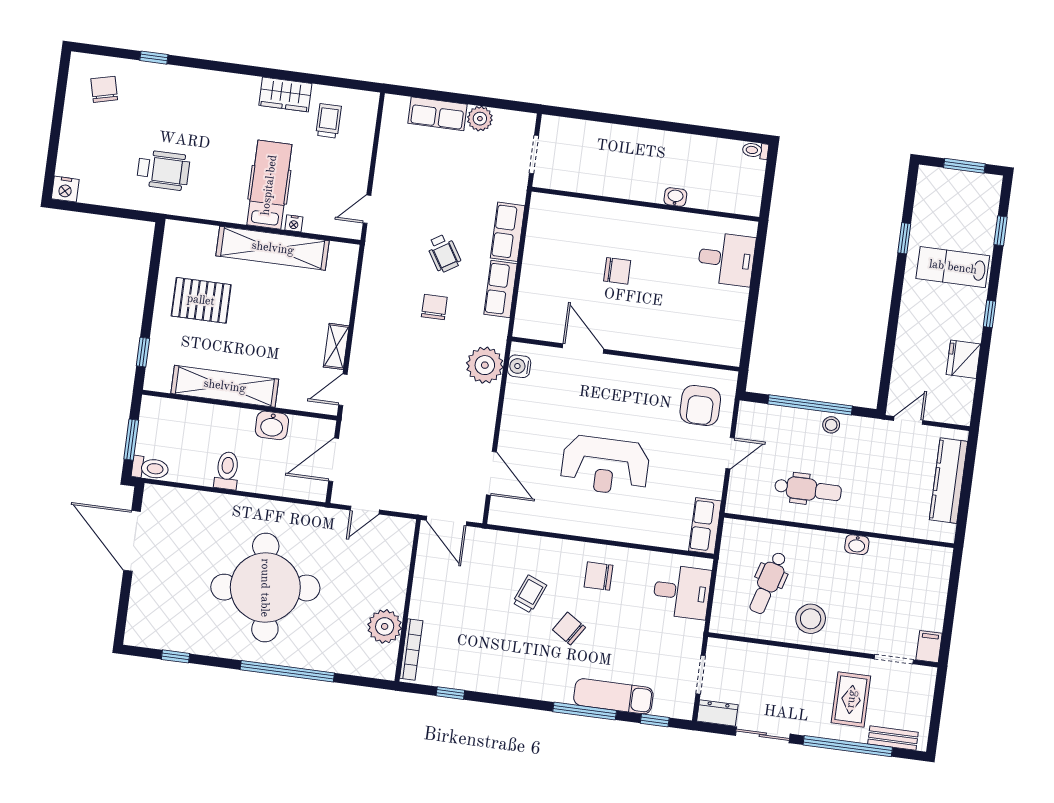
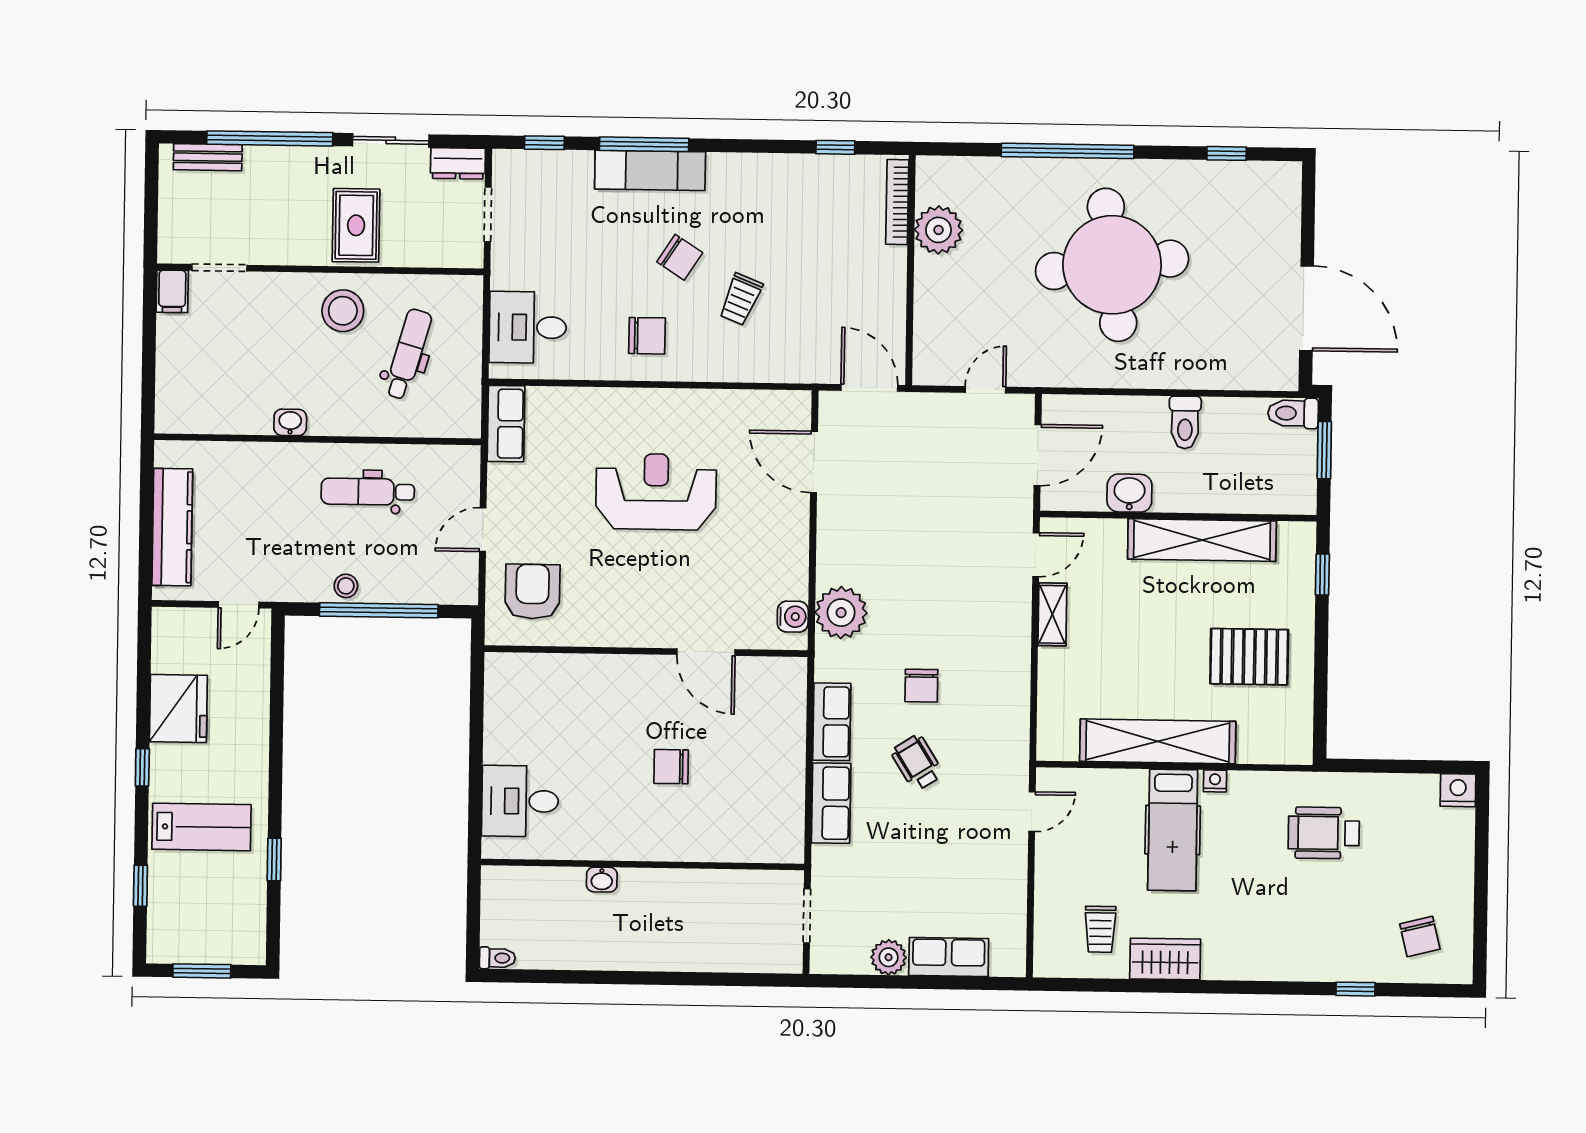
nightstand: (294, 223) -> (1215, 781), moved
fridge: (963, 359) -> (178, 709), width x1.36, depth x1.34
exam couch: (613, 696) -> (650, 170), moved
rug: (851, 699) -> (356, 225), moved

